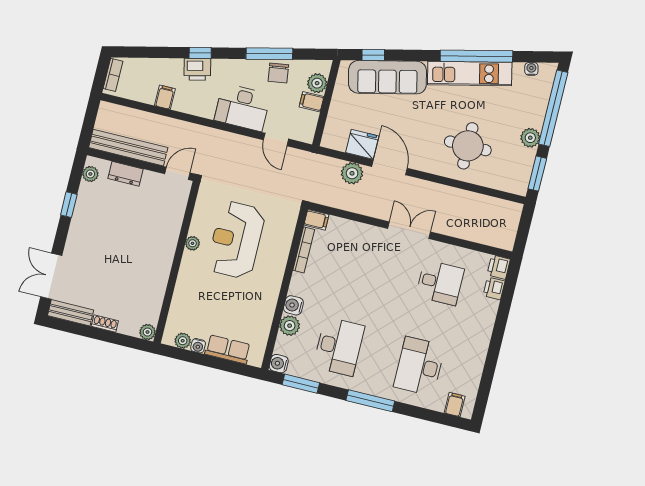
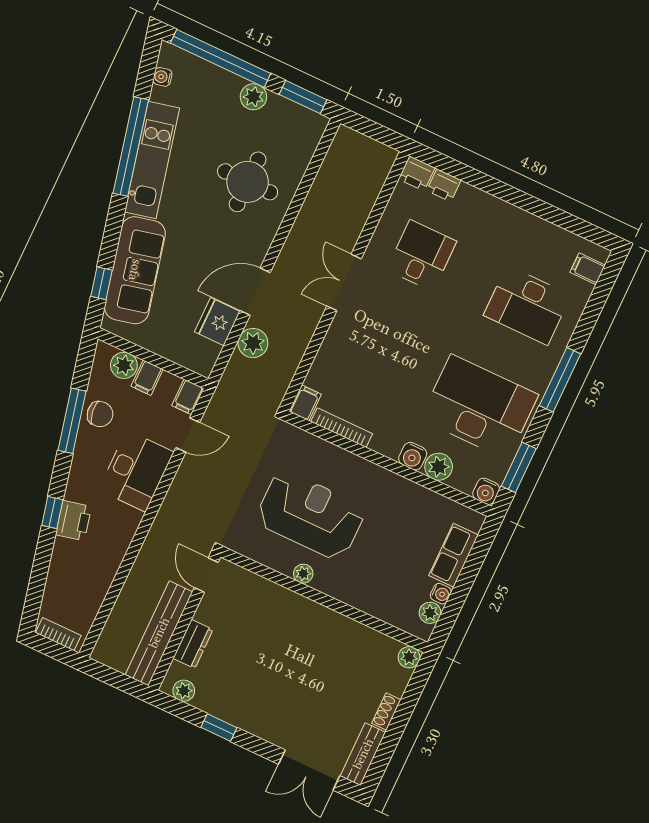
filing cabinet: (165, 97) -> (188, 397), moved, turned -90
reception desk: (236, 240) -> (310, 515), turned 180
desk: (339, 346) -> (479, 407), width x1.36, depth x1.30

